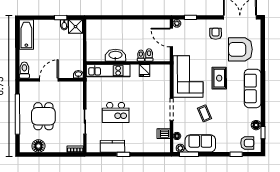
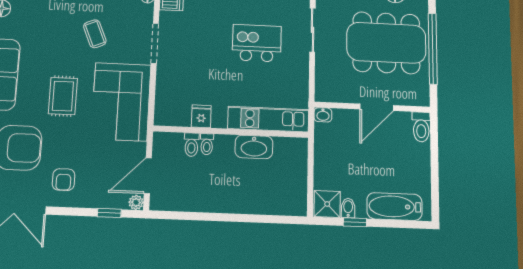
bathtub: (26, 35) -> (394, 206), moved, turned 90
door: (171, 38) -> (148, 176), swing flipped
dining table: (43, 116) -> (386, 43), width x1.88, depth x1.24

